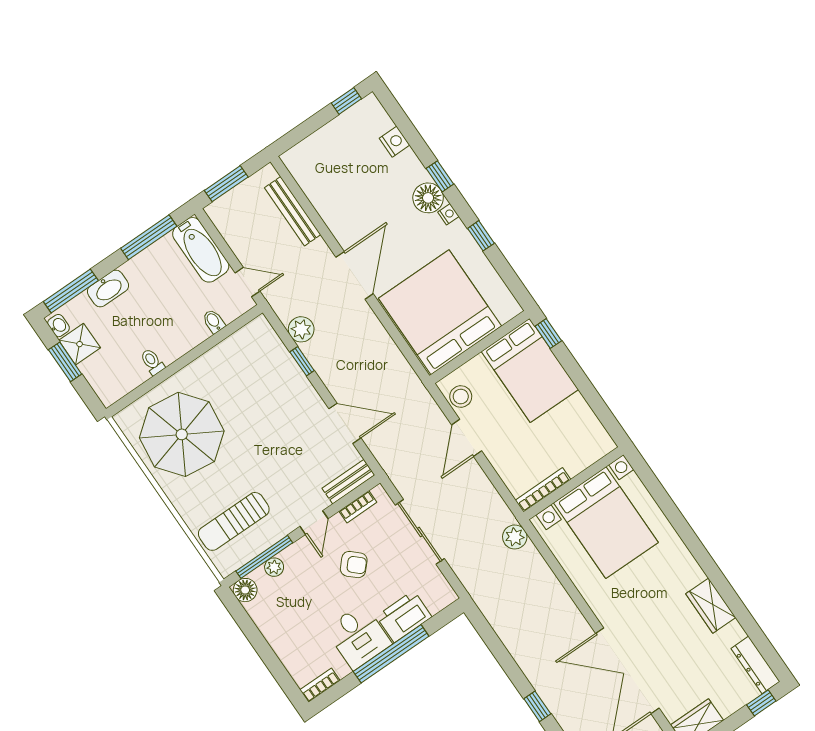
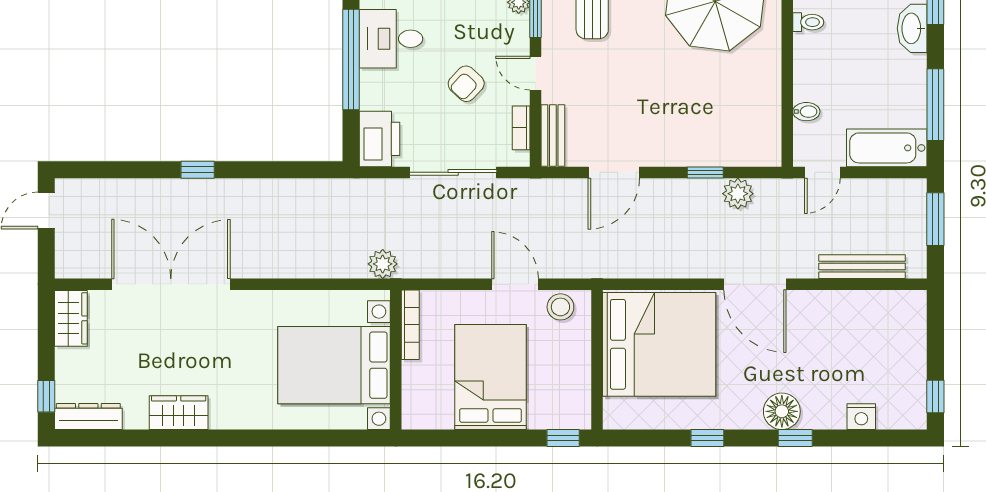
nightstand: (448, 214) -> (751, 420), removed
bed: (530, 370) -> (490, 377), moved, turned 90
printer: (404, 617) -> (379, 139), moved

